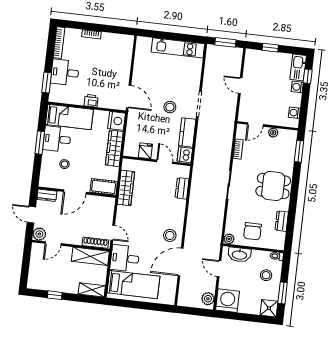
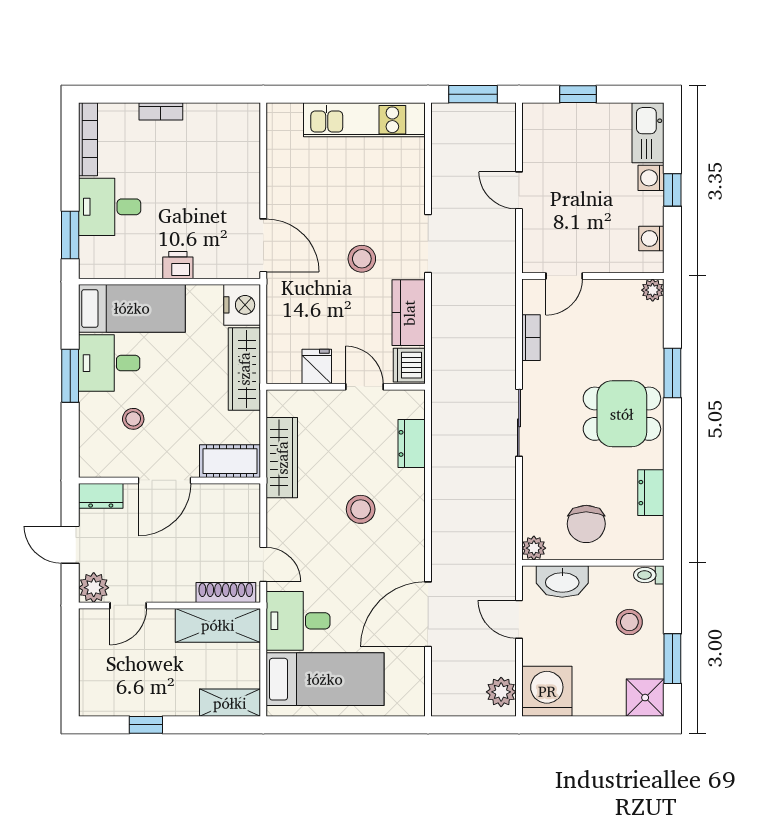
window: (308, 76) -> (672, 190), moved
plant: (273, 133) -> (653, 290), moved
window: (299, 151) -> (672, 373), moved
stool: (170, 235) -> (361, 509), moved

